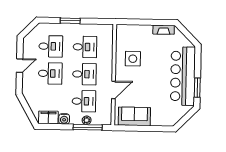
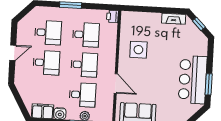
printer: (108, 30) -> (112, 16), added
window: (187, 34) -> (199, 24), added
bar counter: (183, 76) -> (193, 80), width x0.73
door: (113, 90) -> (116, 83), hinge flipped

